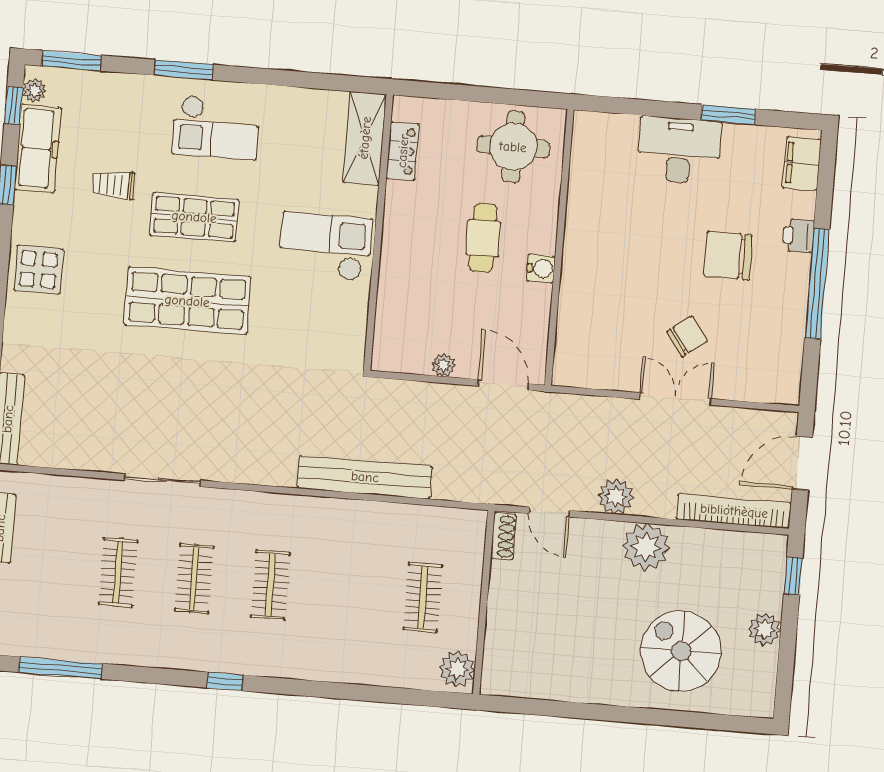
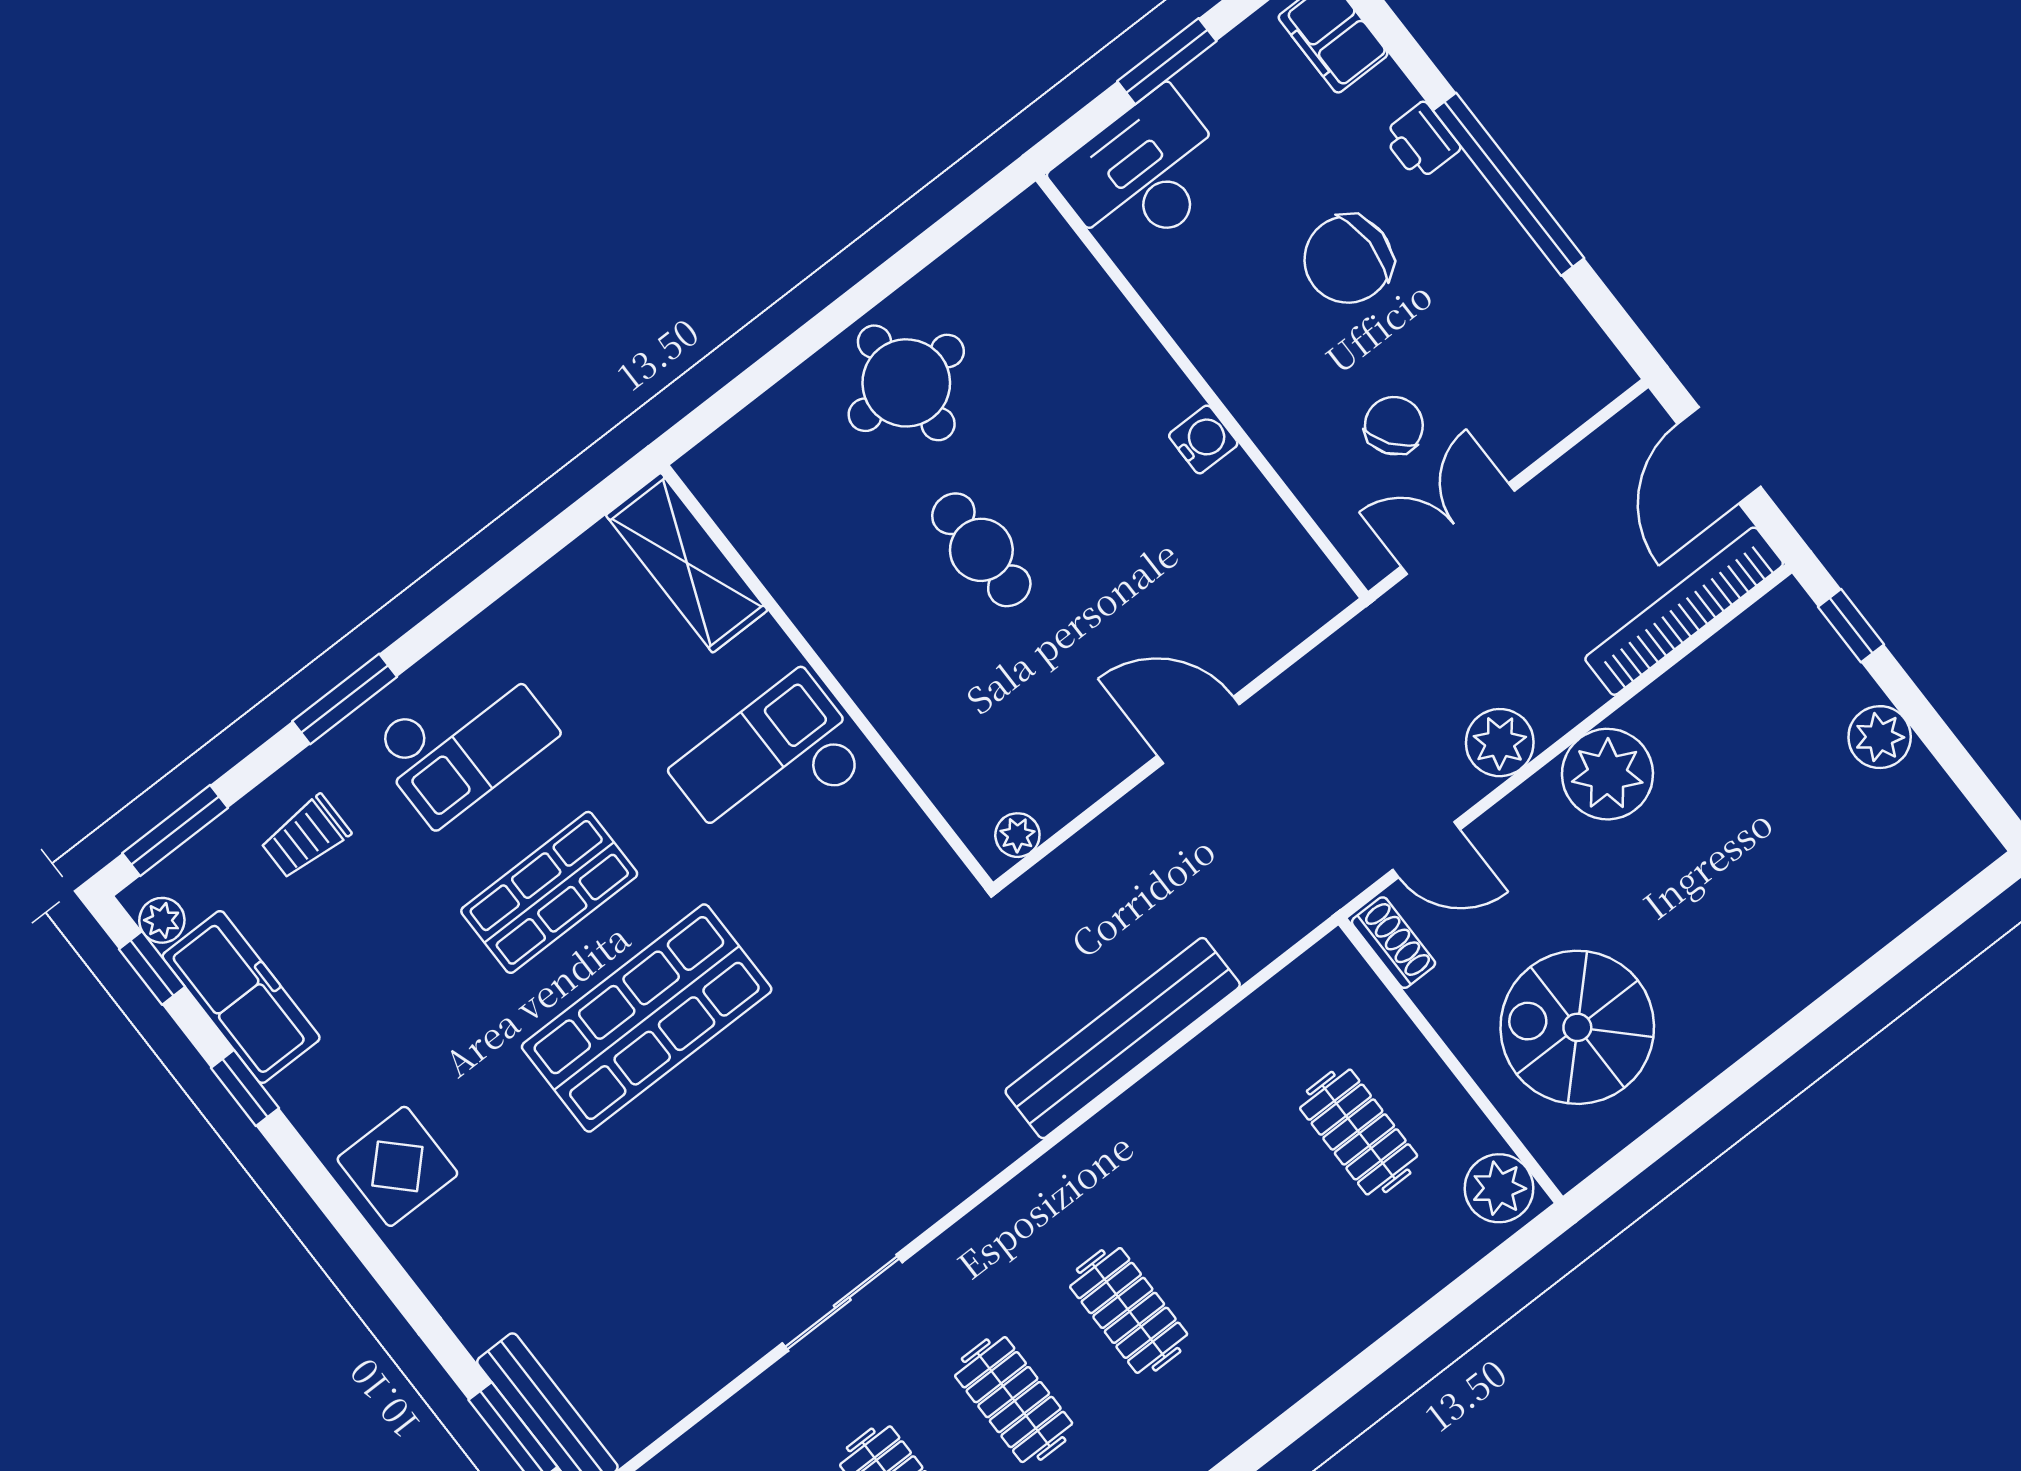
locker: (403, 151) -> (756, 532), removed
trolley: (114, 185) -> (306, 837), moved
wall: (559, 247) -> (1202, 386), moved
water cooler: (541, 269) -> (1203, 439), moved
plant: (443, 365) -> (1017, 835), moved
spiral stairs: (681, 651) -> (1577, 1027), moved

